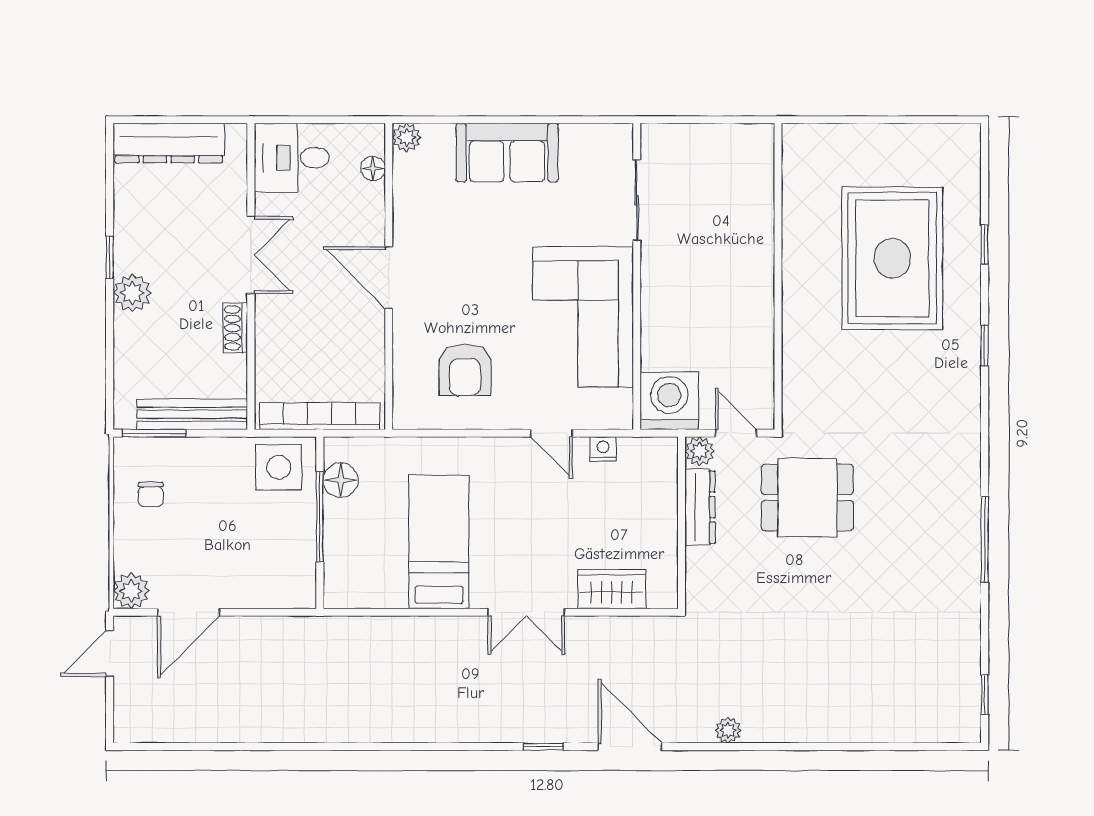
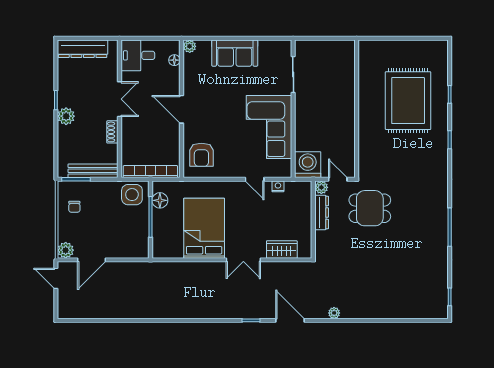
armchair: (465, 370) -> (201, 155), moved
bed: (439, 542) -> (204, 228), width x1.50
door: (110, 653) -> (56, 278), hinge flipped

